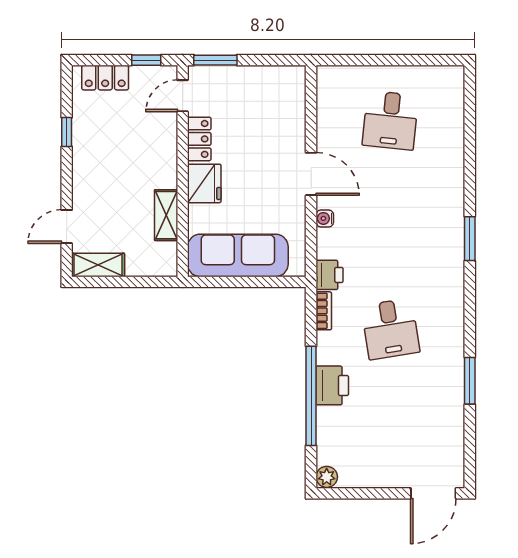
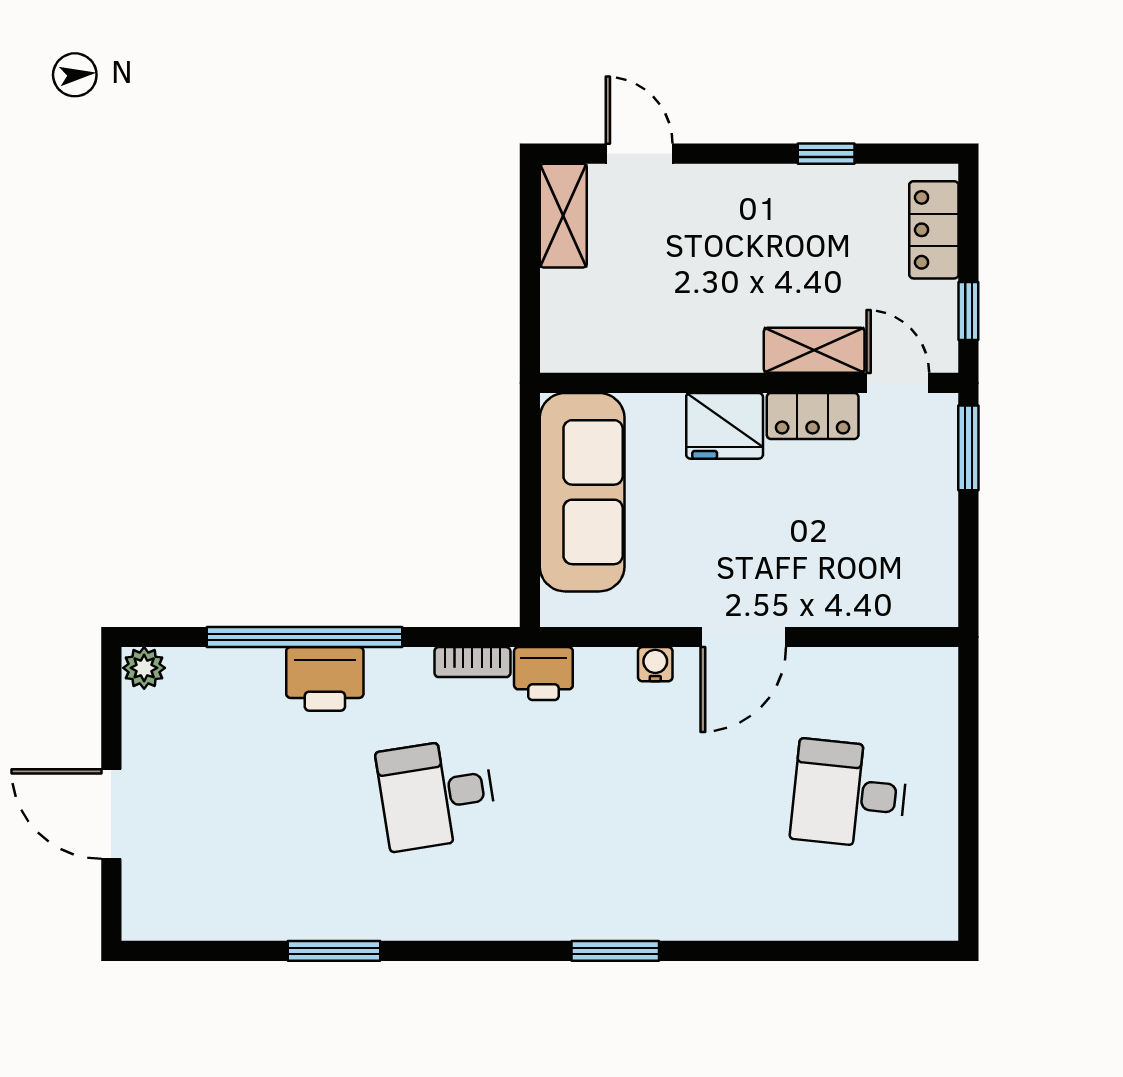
shelving: (166, 215) -> (814, 350), moved
door: (433, 493) -> (111, 814), moved

